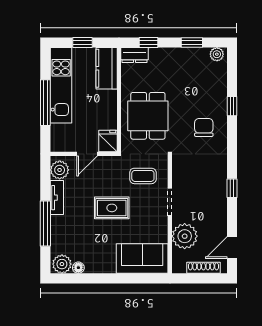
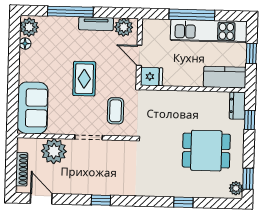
window: (192, 42) -> (248, 179), moved
dining table: (148, 116) -> (206, 151), moved
chair: (204, 127) -> (163, 173), removed

